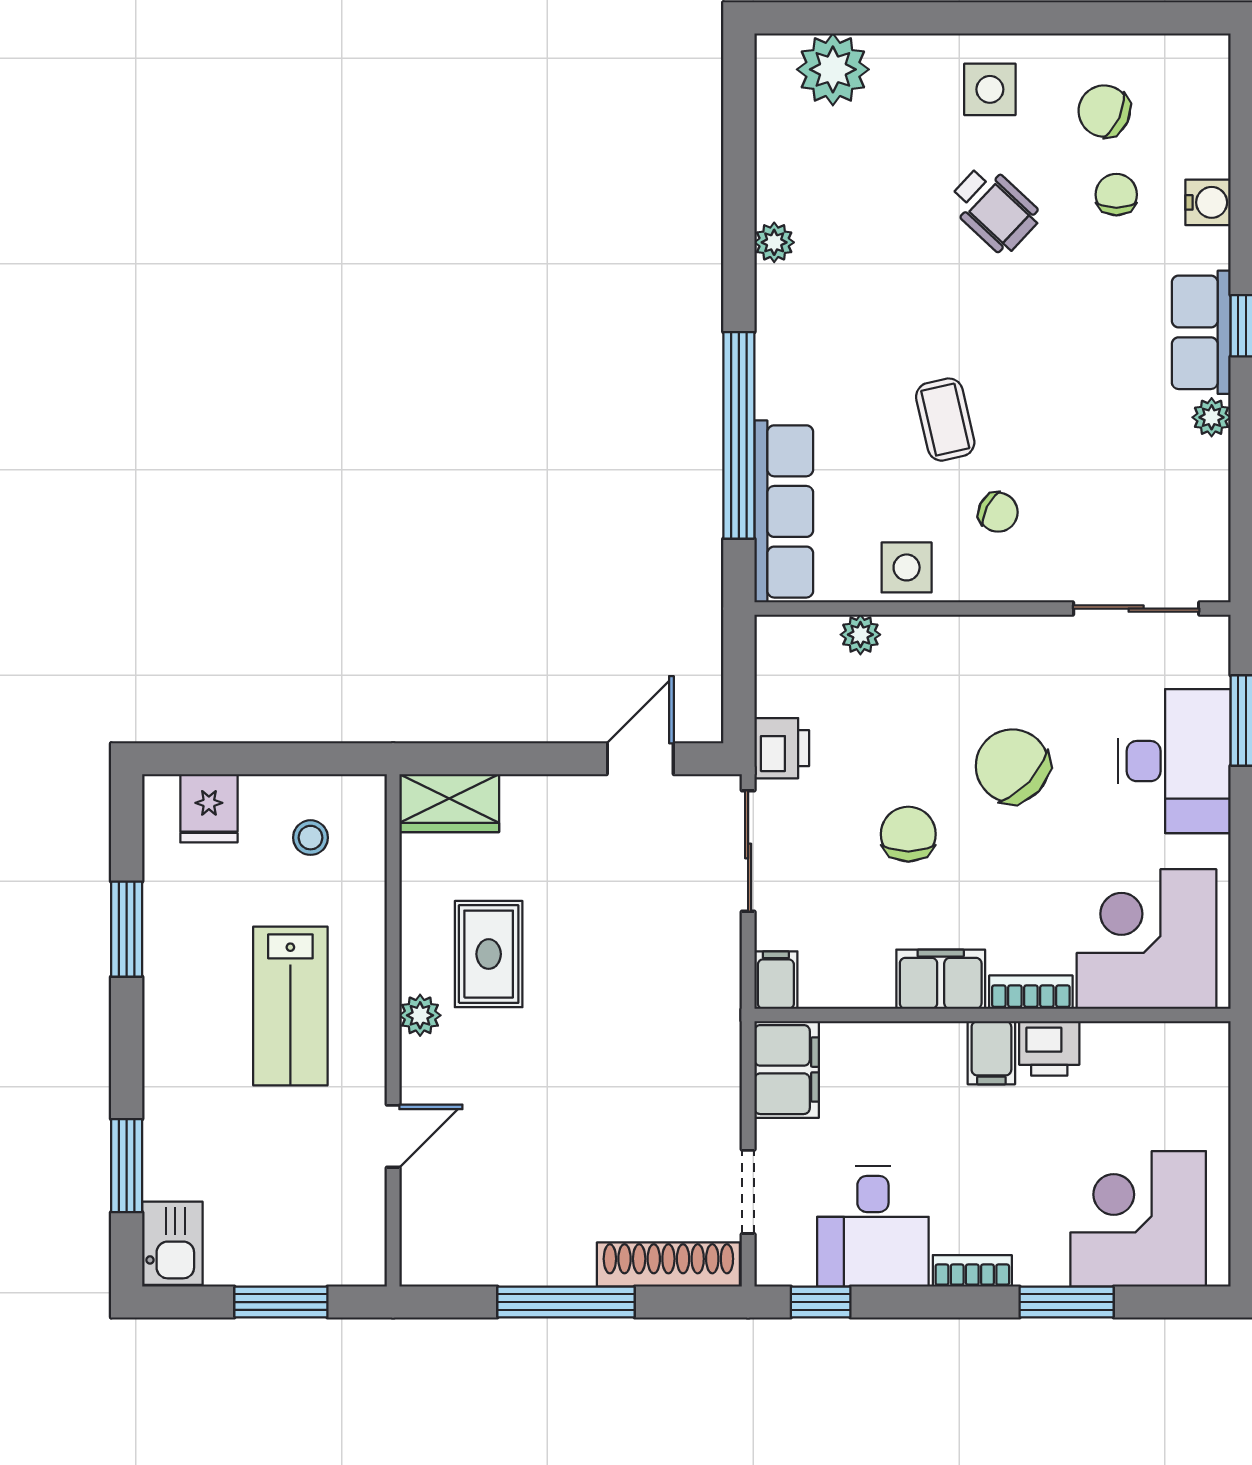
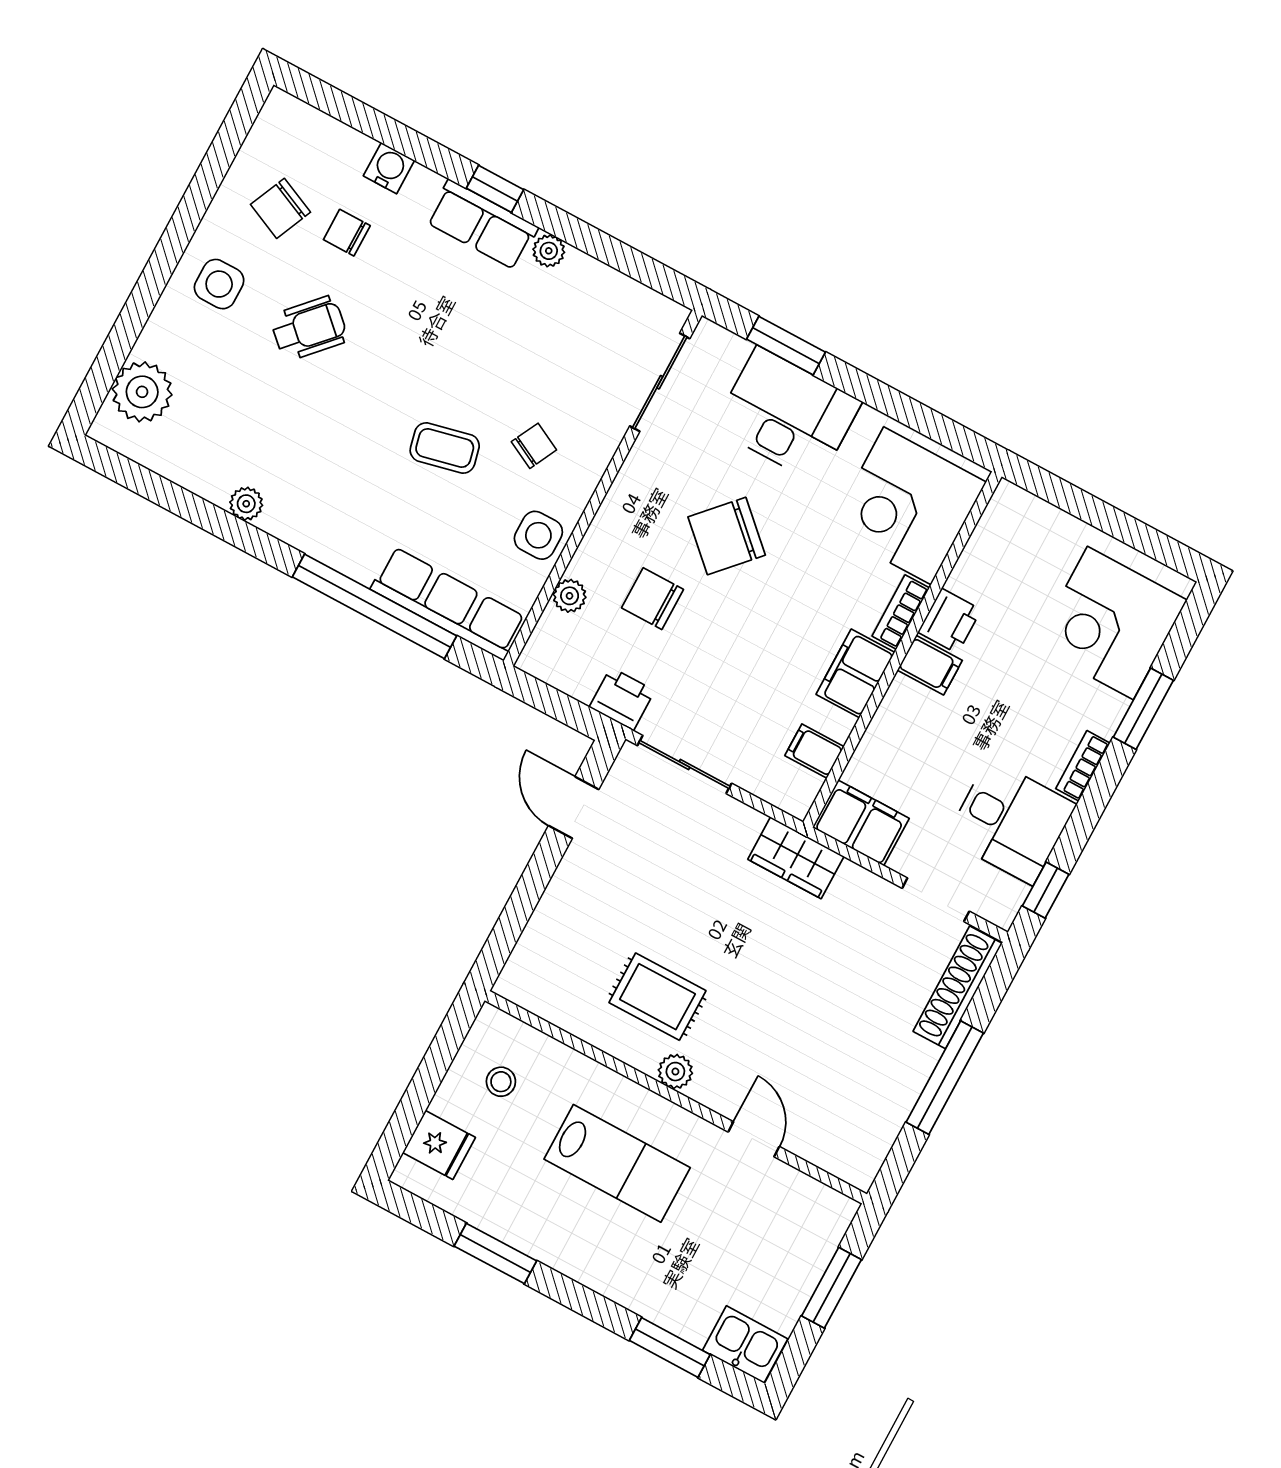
wardrobe: (449, 803) -> (796, 858), moved, turned 90
chair: (908, 834) -> (652, 599), moved
filing cabinet: (776, 980) -> (814, 751), moved

